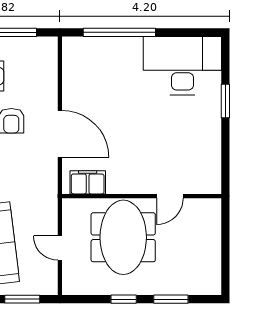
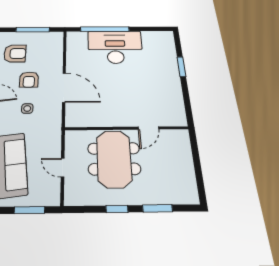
desk: (182, 66) -> (115, 47), moved
side table: (12, 166) -> (27, 108), added
filing cabinet: (88, 182) -> (85, 119), removed

